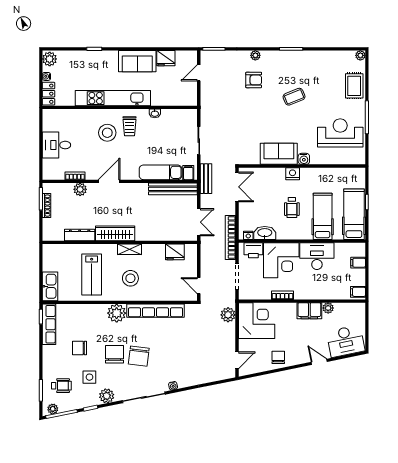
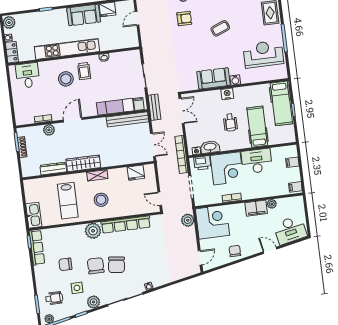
desk: (56, 145) -> (28, 75), moved, turned 90
hospital bed: (354, 214) -> (281, 103), moved, turned 180

